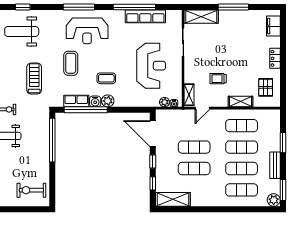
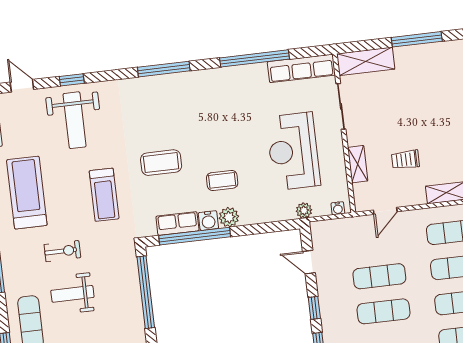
row of seats: (145, 16) -> (301, 68), moved
reception desk: (87, 31) -> (182, 106), removed
weight bench: (22, 32) -> (75, 120), turned -90
coffee table: (71, 63) -> (161, 163), turned 90
reception desk: (151, 66) -> (293, 151), turned 180
treadmill: (34, 79) -> (104, 195), turned 180
shelving: (189, 95) -> (358, 164), moved
plant: (164, 102) -> (304, 211), moved
door: (153, 134) -> (309, 262), width x0.53

